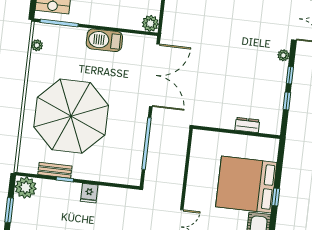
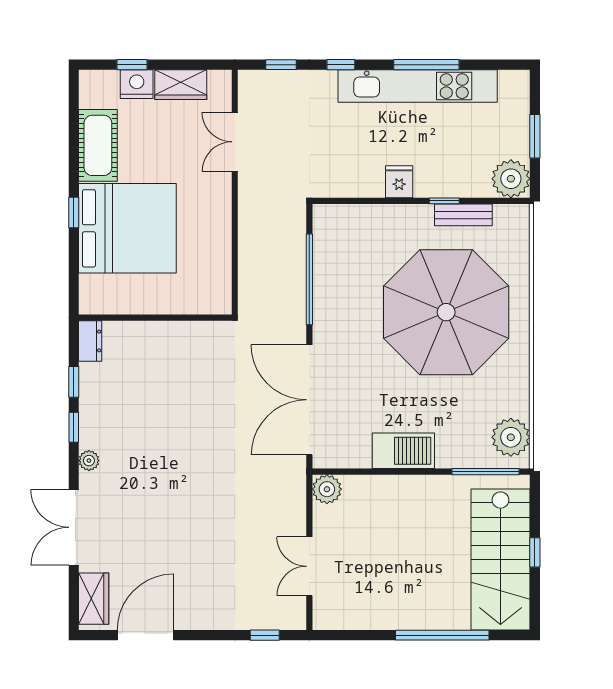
plant: (37, 45) -> (511, 437), width x1.87, depth x1.87
dresser: (247, 125) -> (90, 341), moved, turned -90

